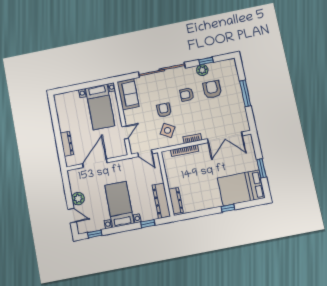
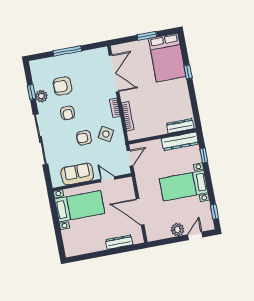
sofa: (128, 94) -> (77, 174), moved

